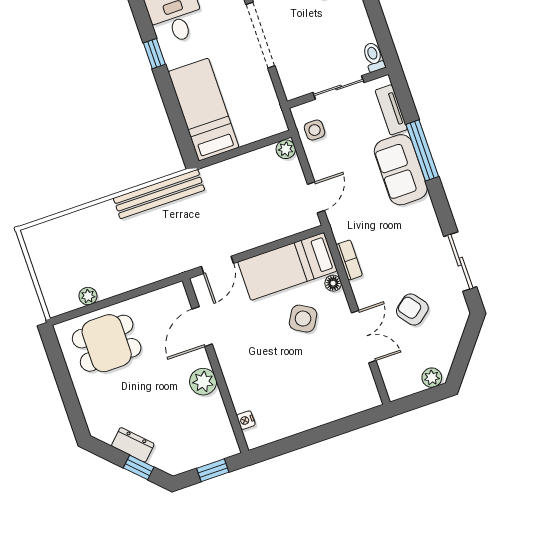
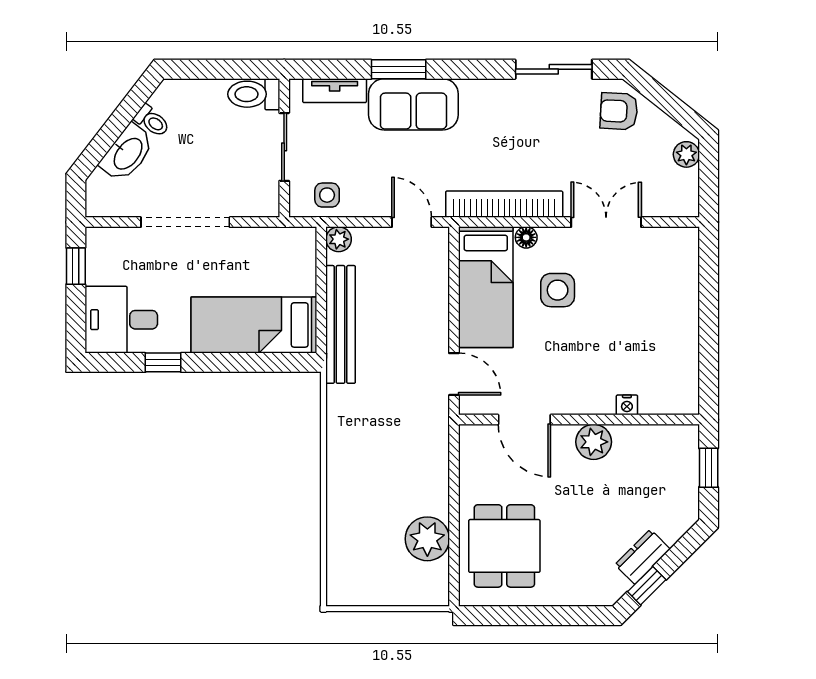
toilet: (374, 57) -> (254, 94), width x1.37, depth x1.39
window: (422, 150) -> (399, 69), width x0.69
bench: (159, 194) -> (341, 324), moved
bookcase: (349, 260) -> (504, 204), width x2.31, depth x1.31
plant: (88, 296) -> (427, 539), width x1.88, depth x1.88
armchair: (412, 310) -> (619, 111), moved, turned 41
side table: (303, 319) -> (558, 290), turned -30
nightstand: (246, 420) -> (627, 405), moved
window: (139, 467) -> (647, 586), moved

